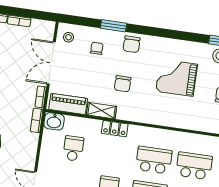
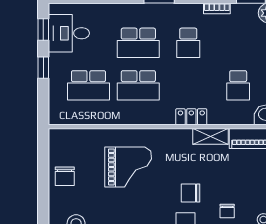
grand piano: (176, 78) -> (128, 167), moved
chair: (123, 84) -> (190, 193), moved, turned -90

